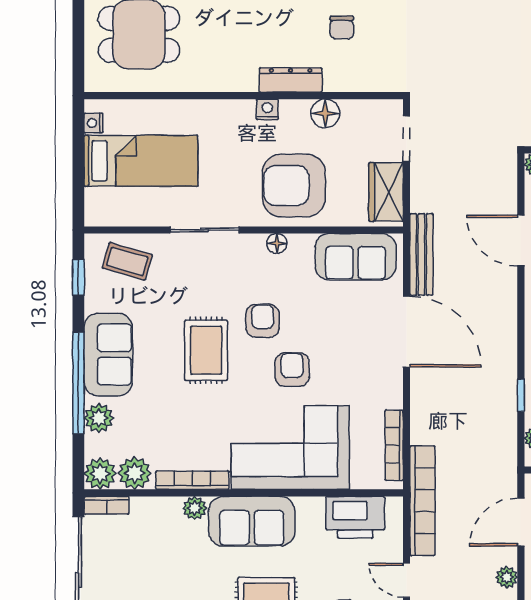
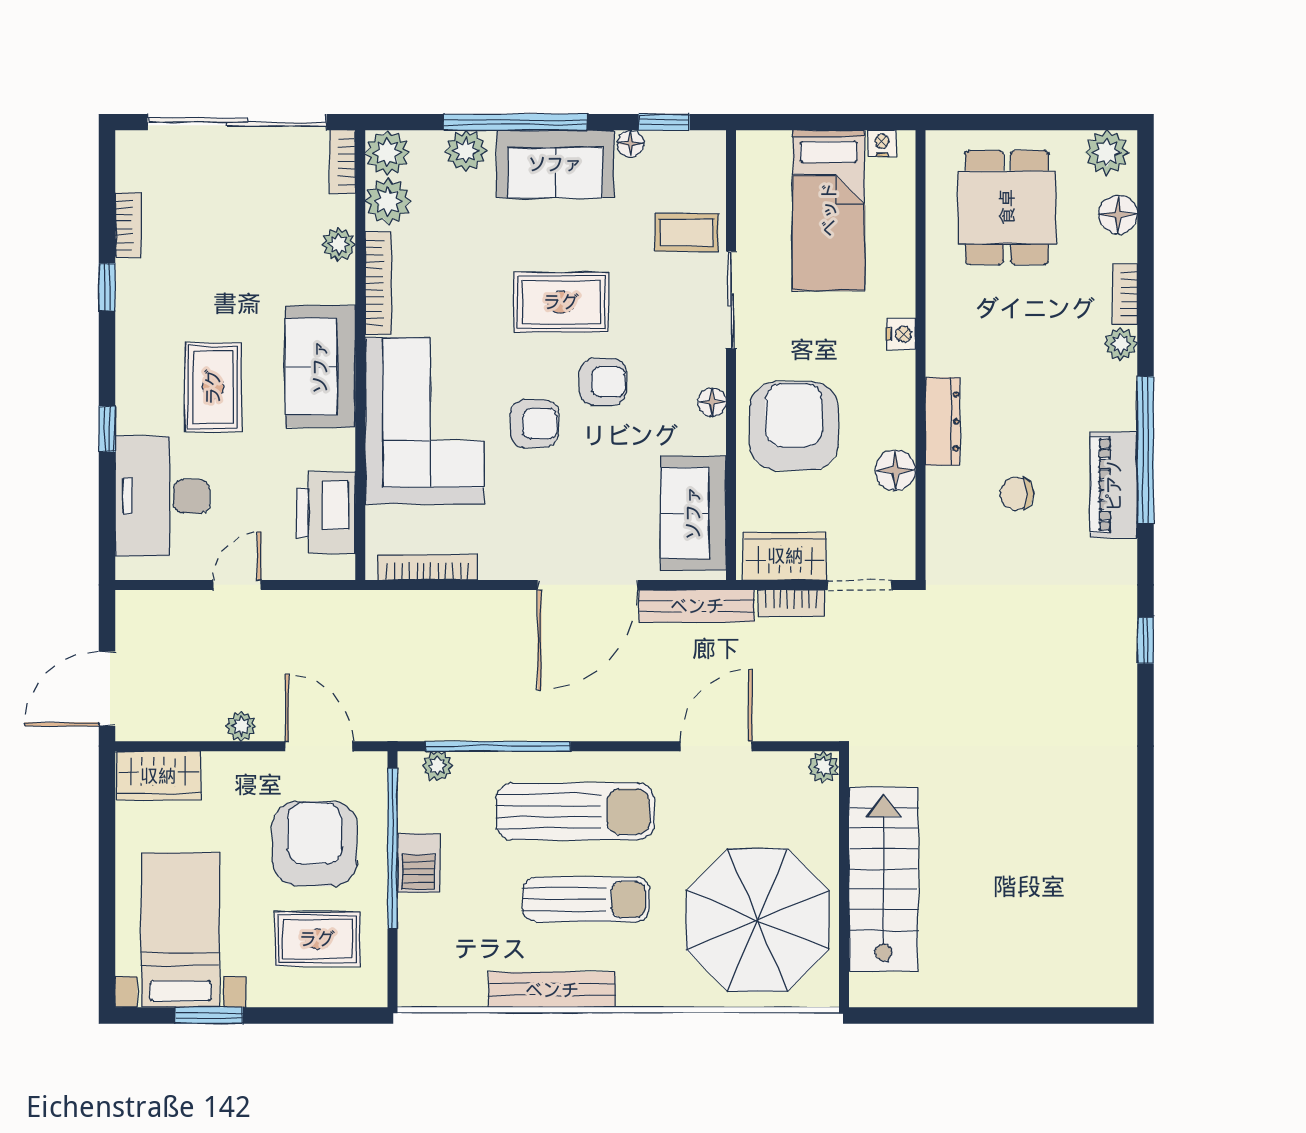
nightstand: (267, 109) -> (901, 334), moved
coffee table: (127, 261) -> (687, 232), moved, turned 74
floor lamp: (94, 301) -> (631, 144), added
window: (521, 395) -> (498, 746), width x3.17
bookcase: (422, 501) -> (791, 603), moved, width x0.43, depth x0.76
plant: (195, 508) -> (339, 244), moved

